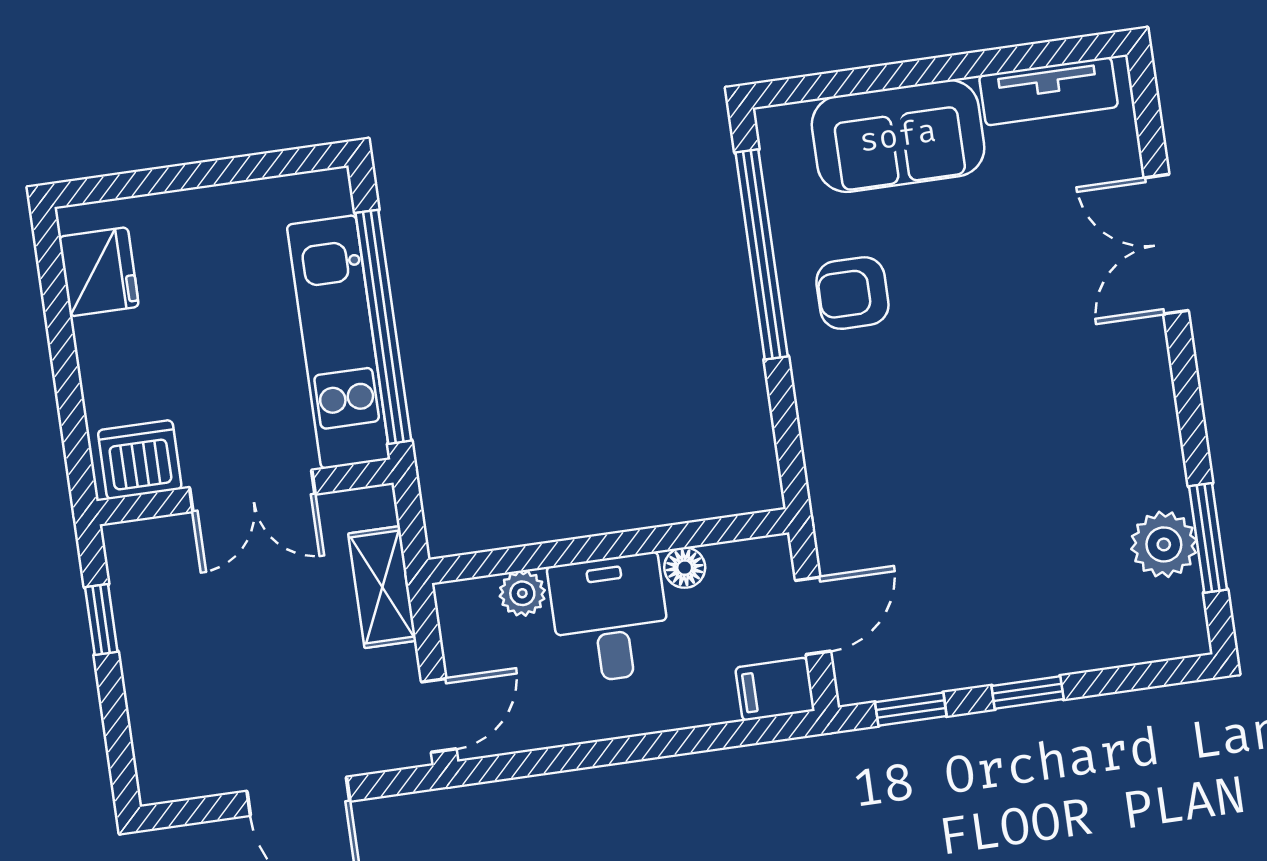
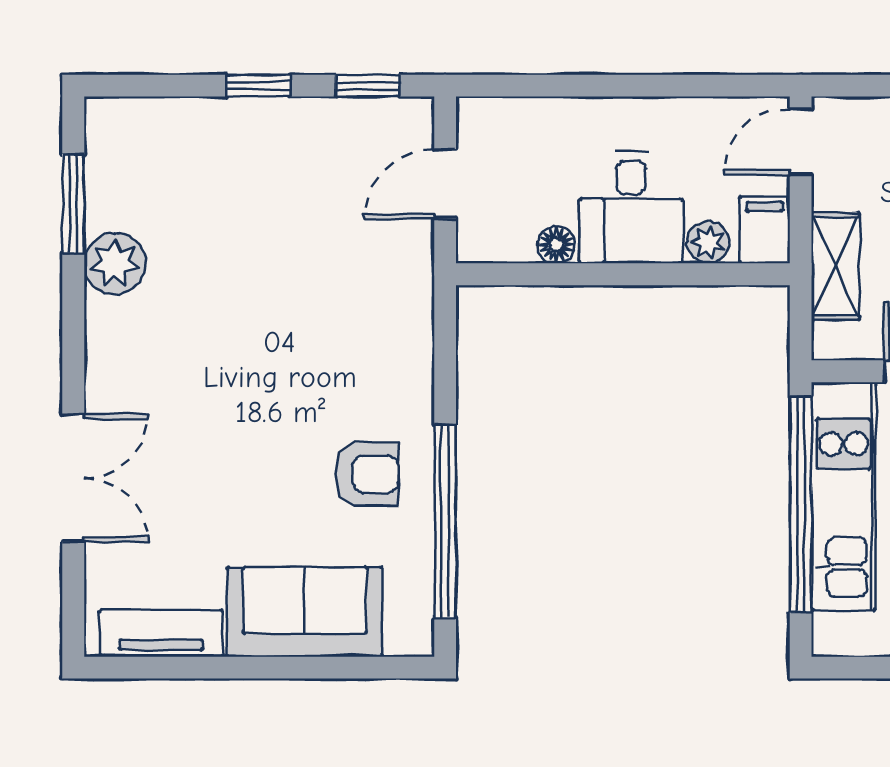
plant: (1164, 544) -> (115, 264), moved
filing cabinet: (775, 689) -> (765, 230), moved, turned -90

